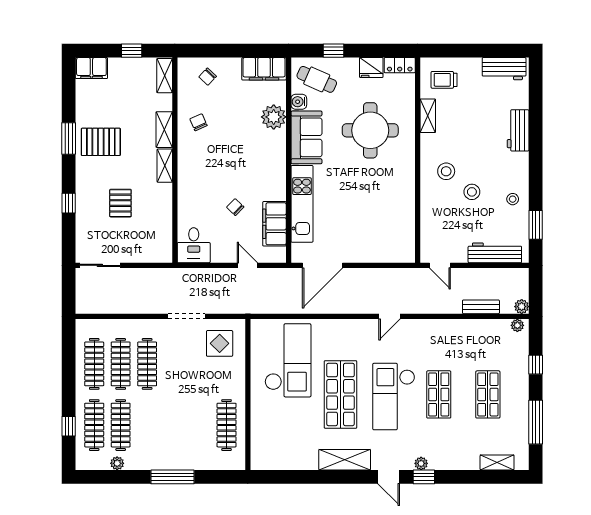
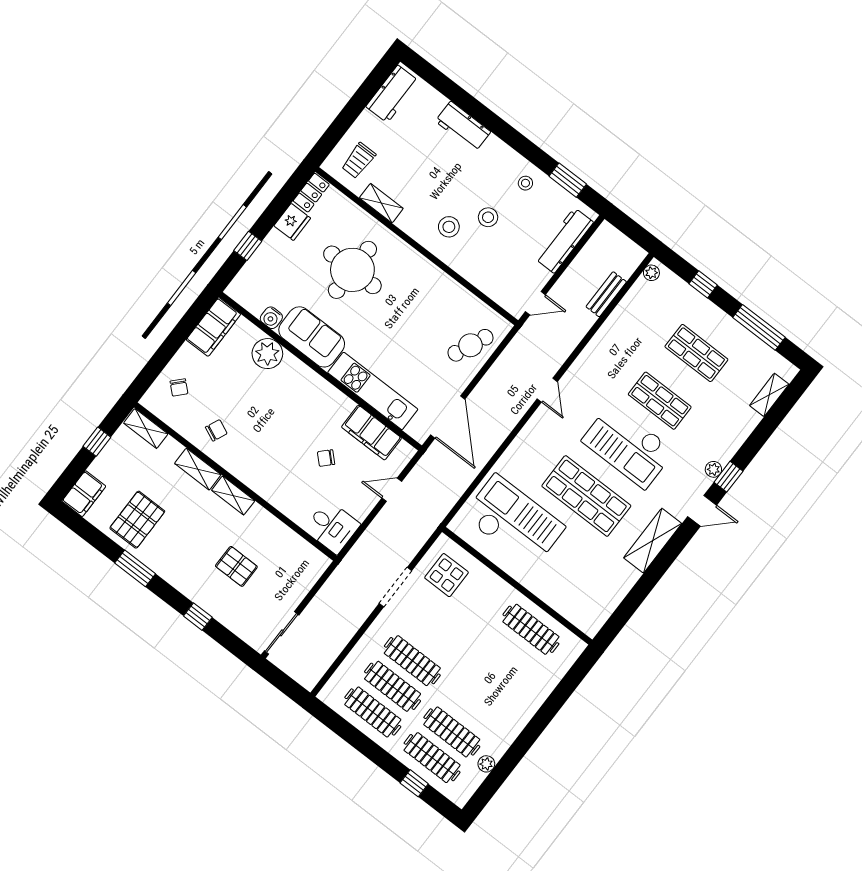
cafe table: (317, 79) -> (470, 345), moved
chair: (198, 122) -> (216, 430), turned 138
pallet: (101, 142) -> (137, 520), moved
plant: (522, 307) -> (636, 255), removed
window: (172, 477) -> (541, 720), removed

